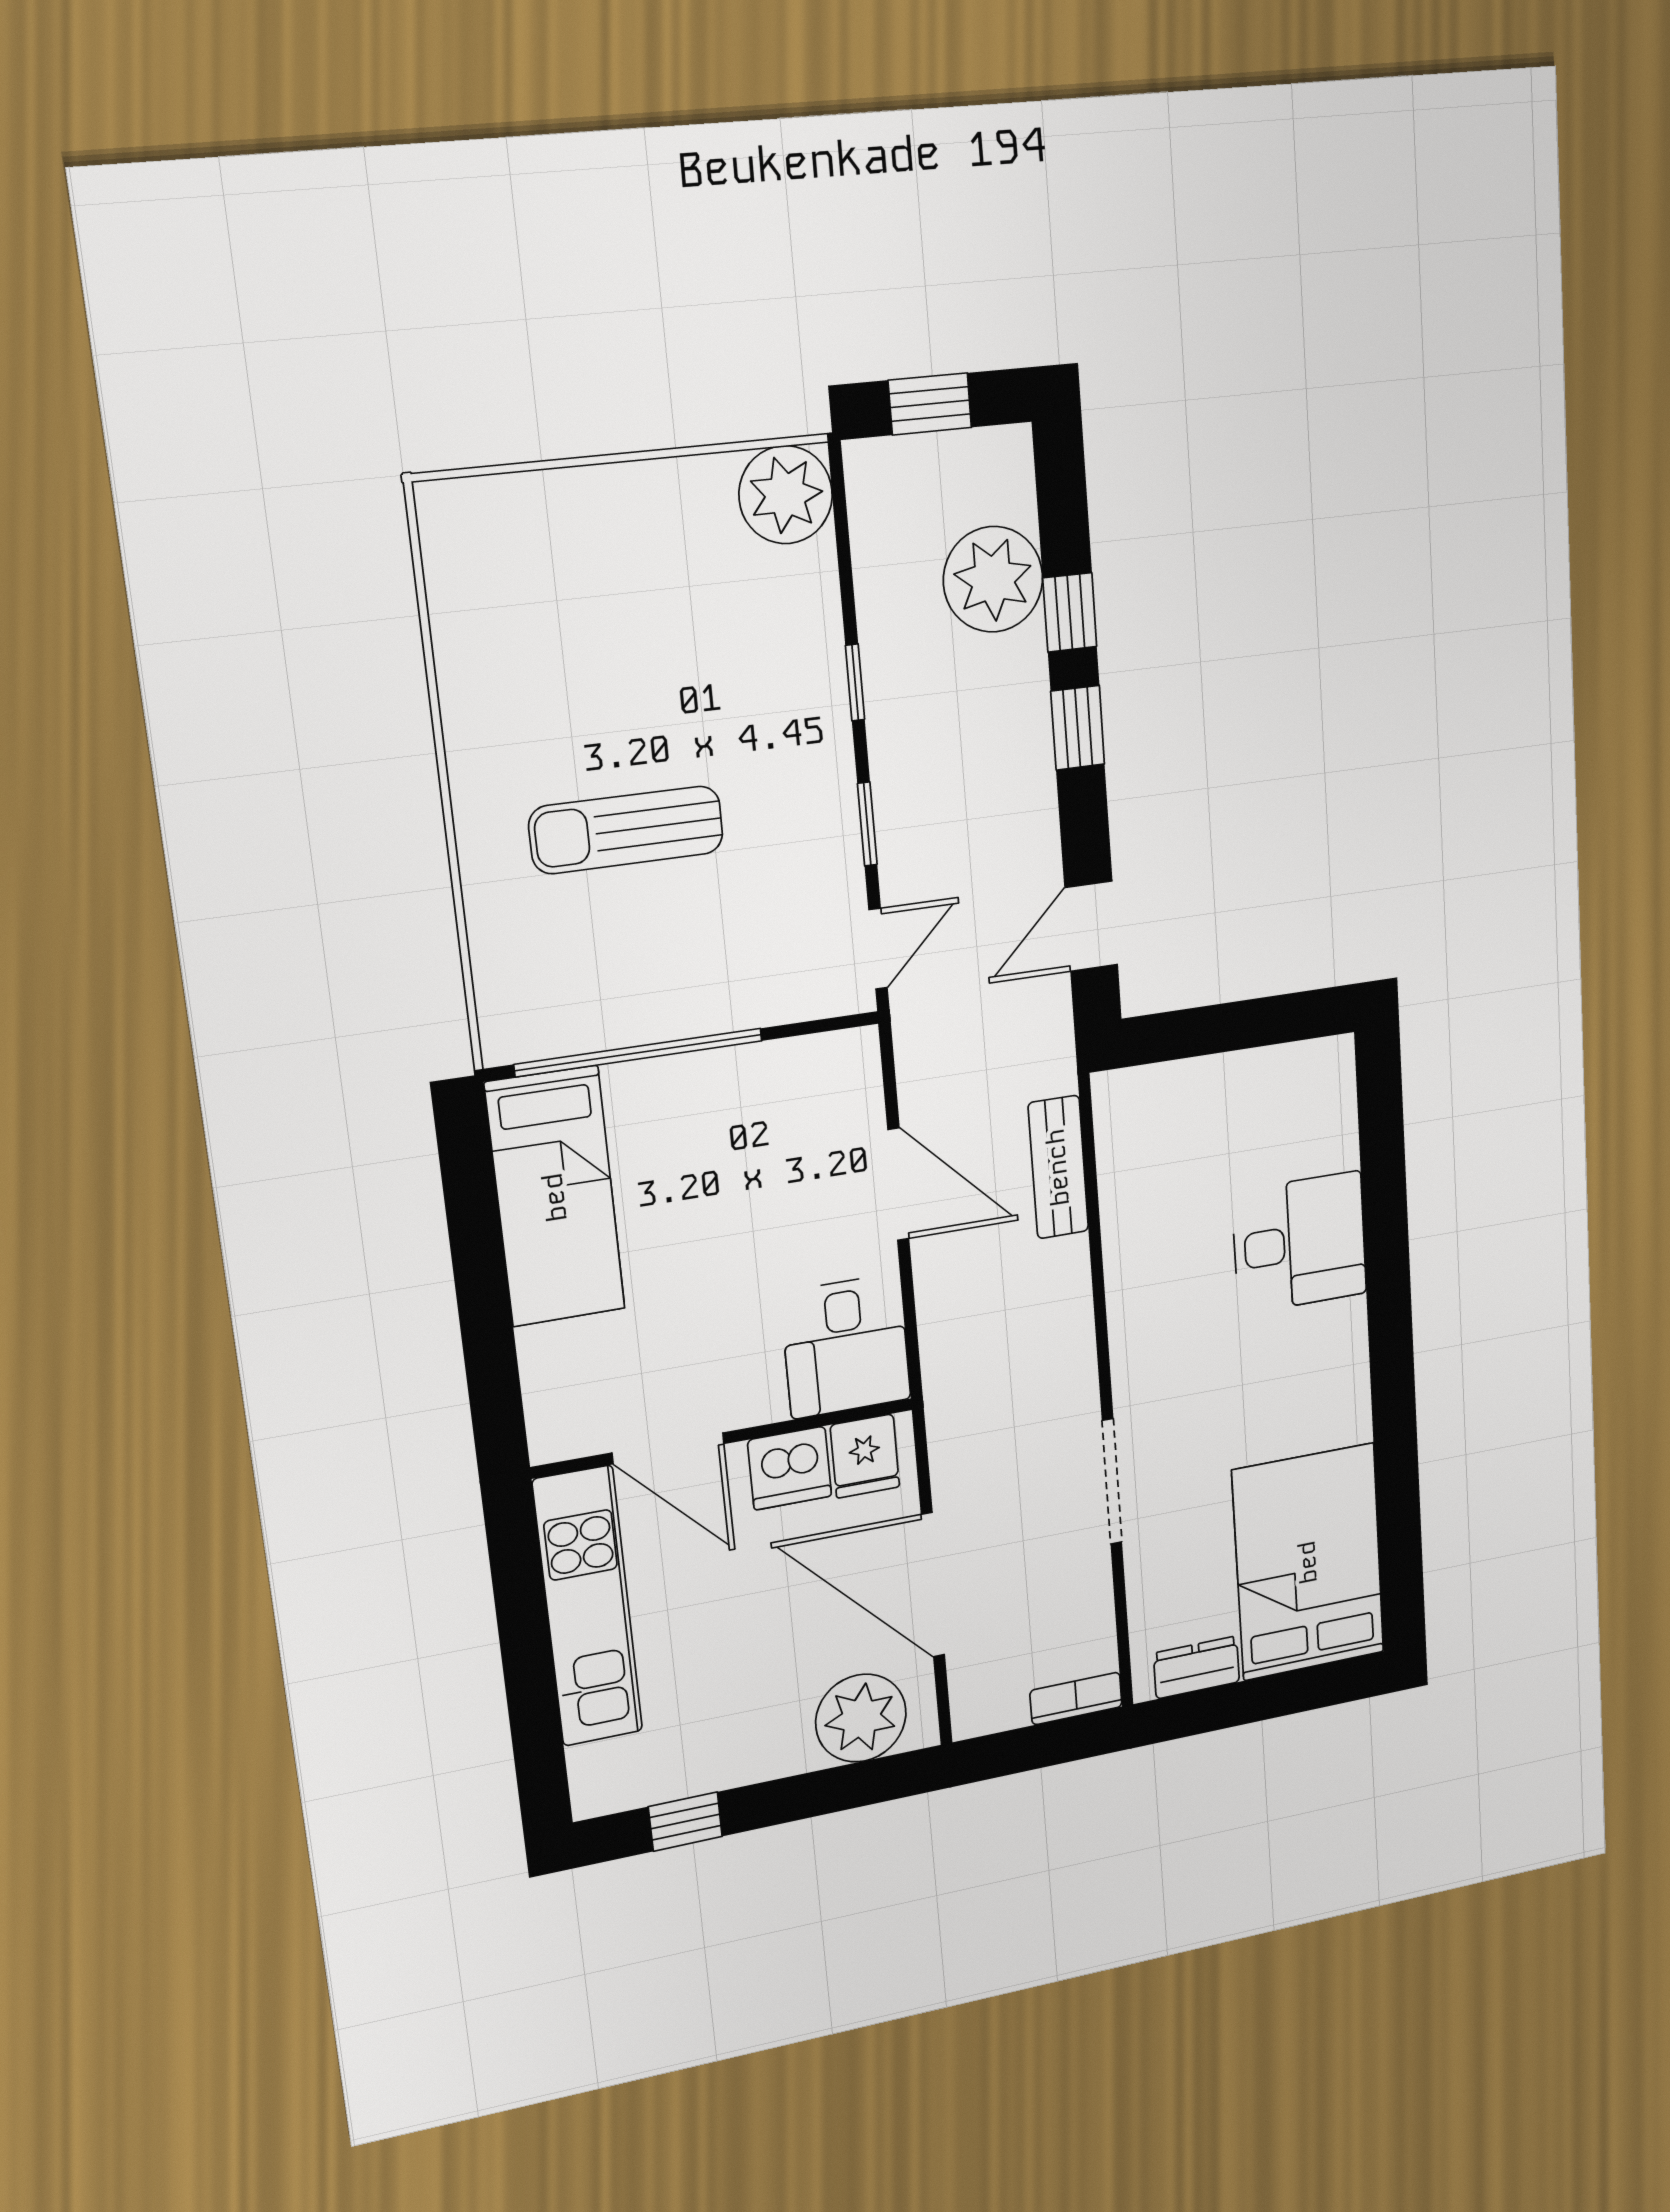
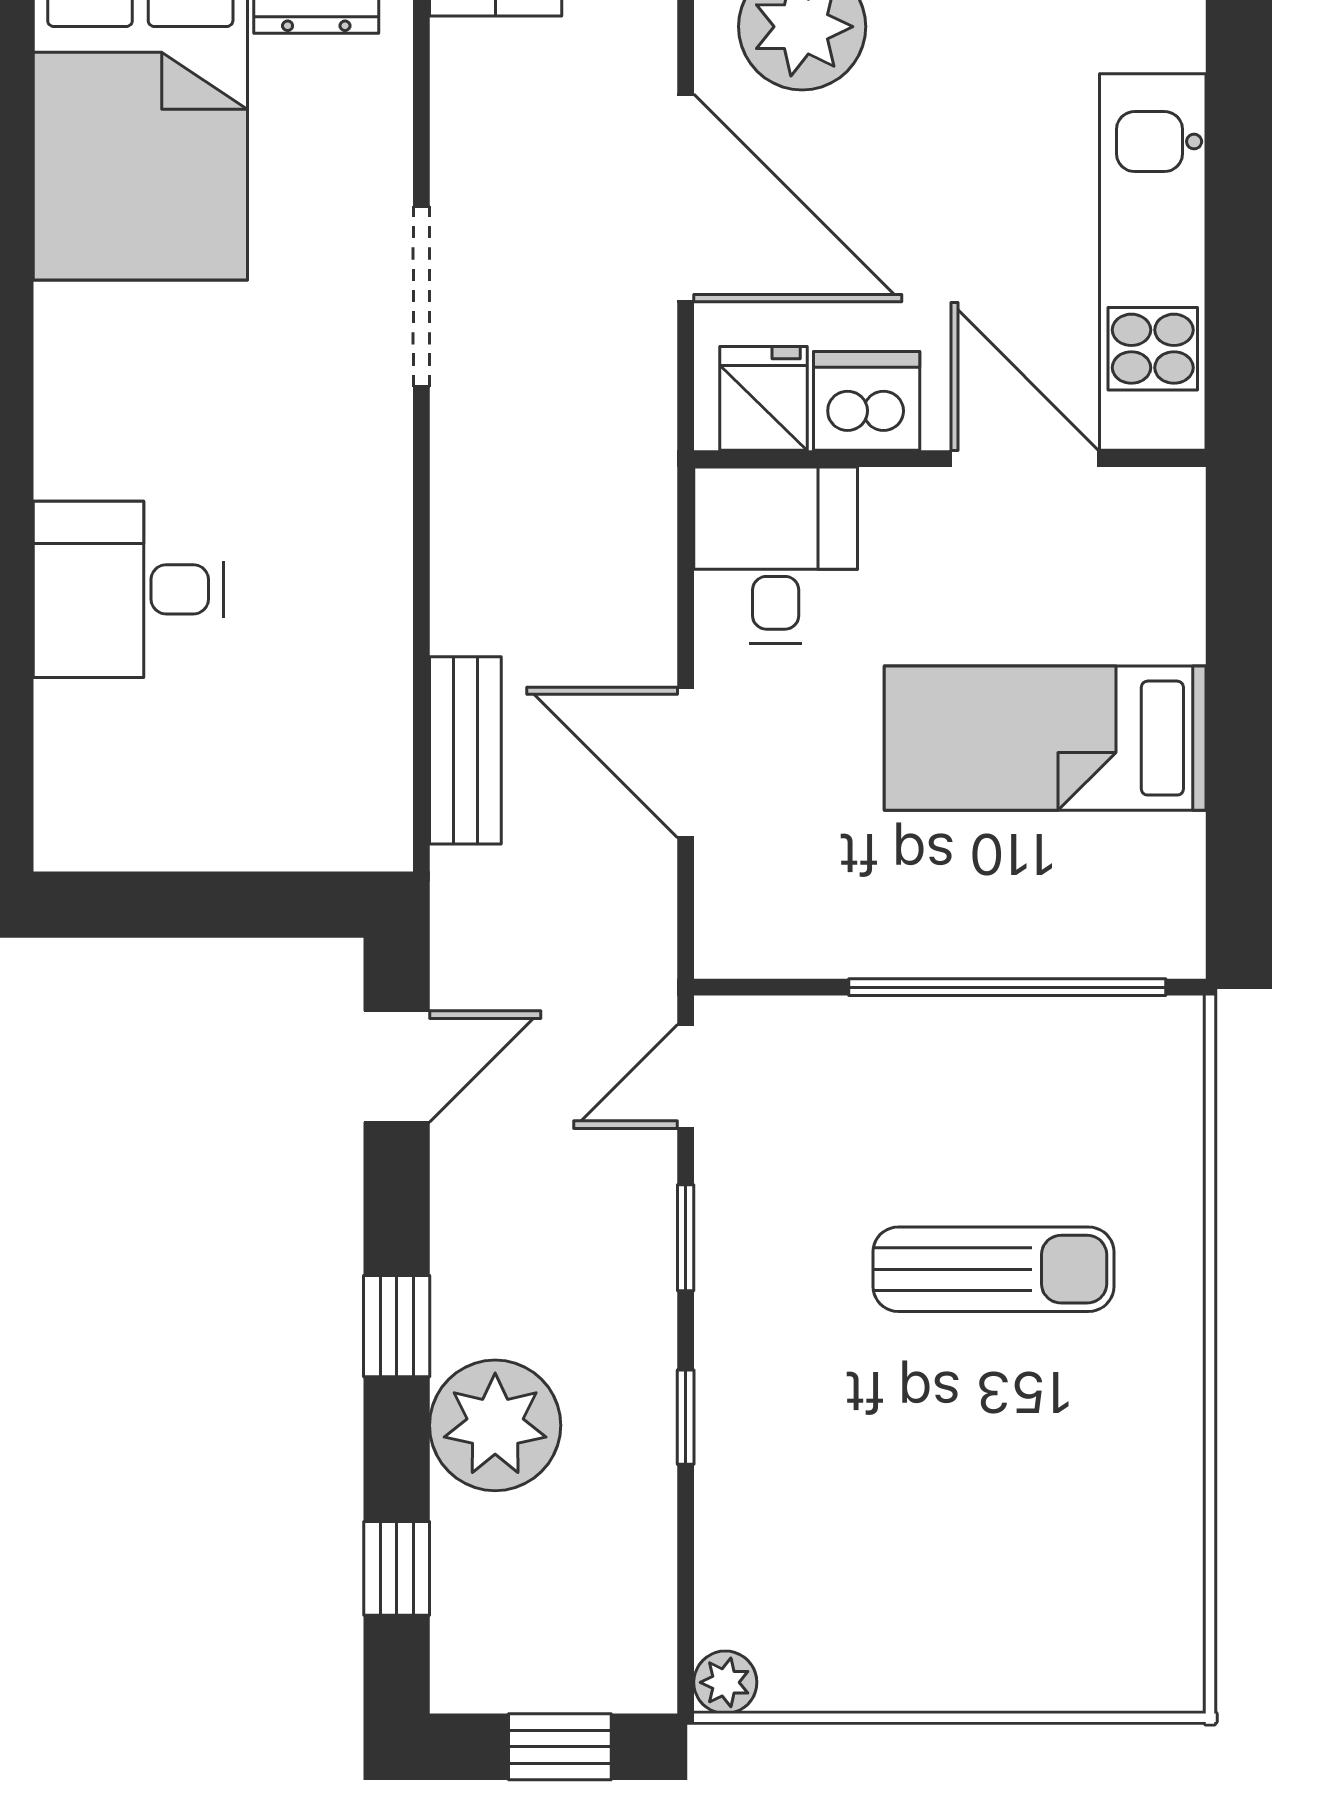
plant: (786, 495) -> (725, 1682), width x0.53, depth x0.53
plant: (993, 579) -> (495, 1425), moved
window: (1070, 612) -> (397, 1568), moved
bed: (555, 1197) -> (1045, 738), moved, turned -90

